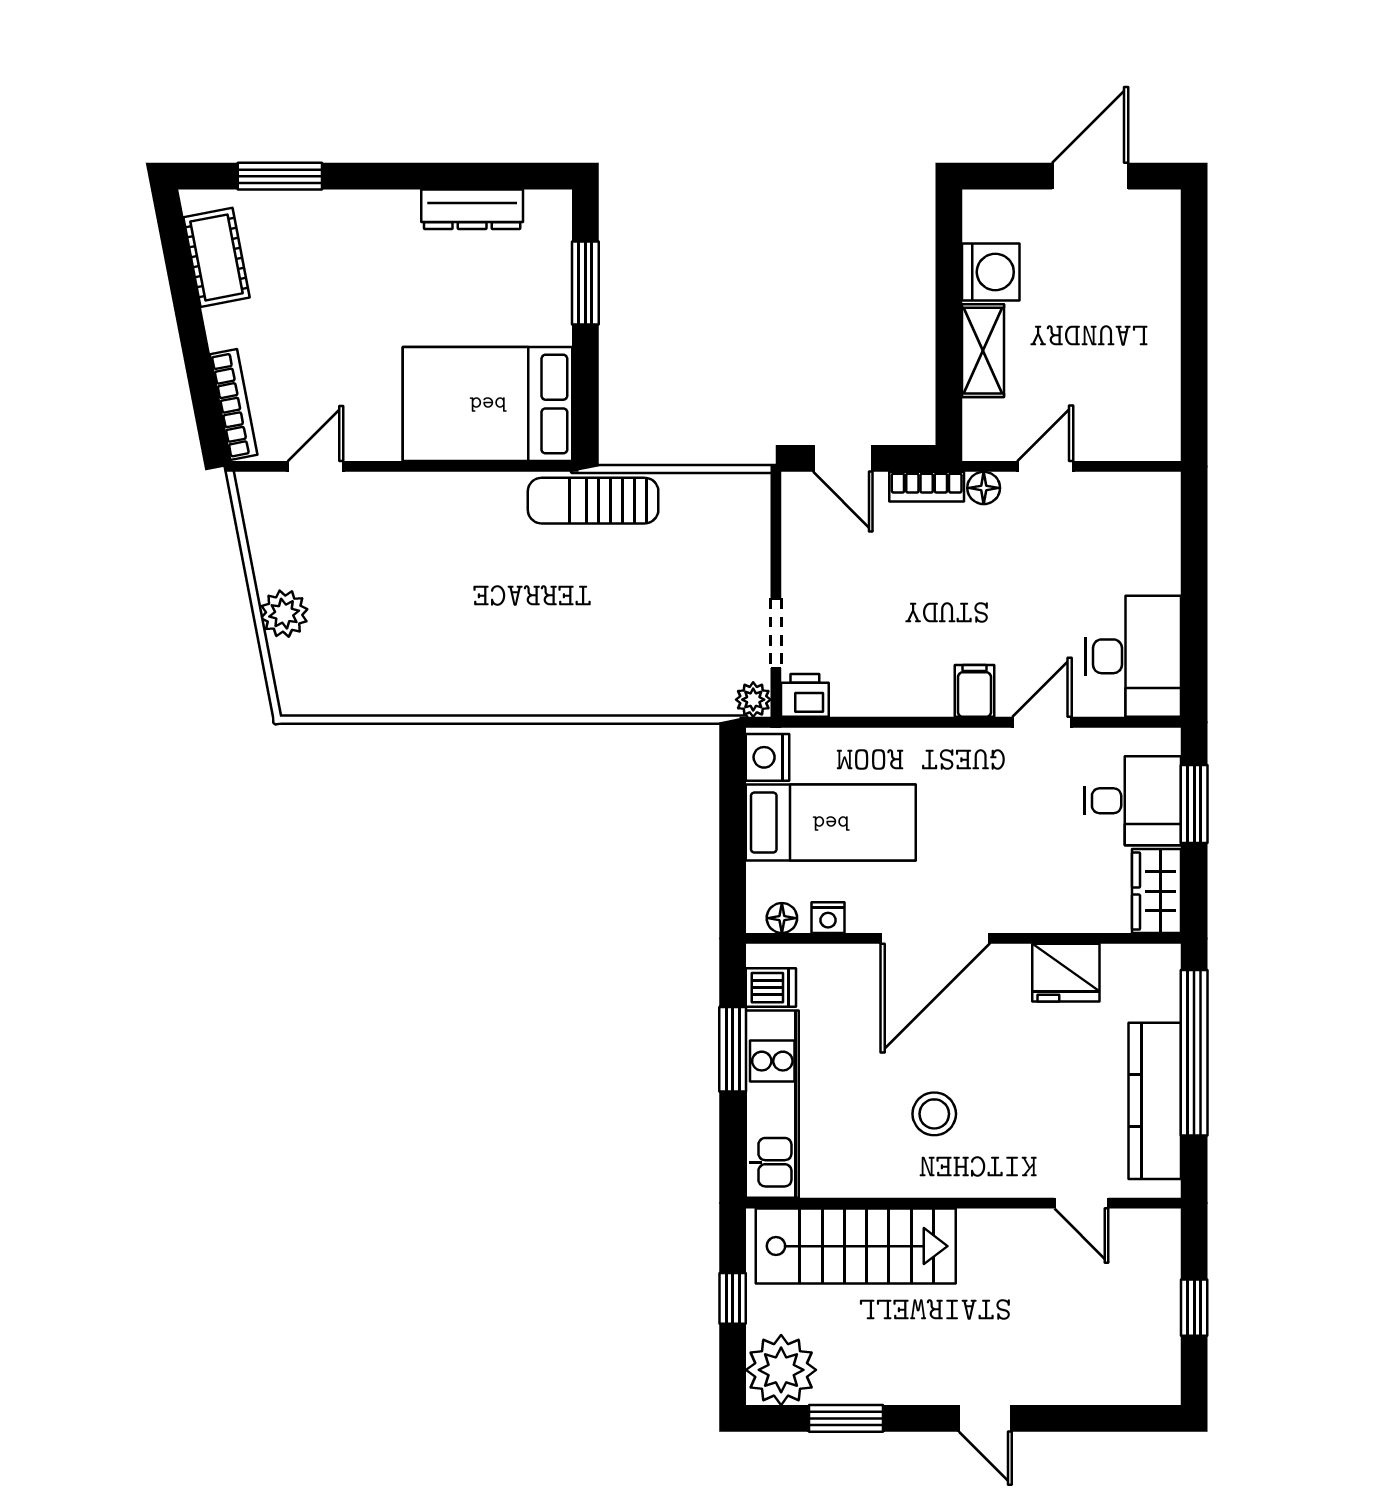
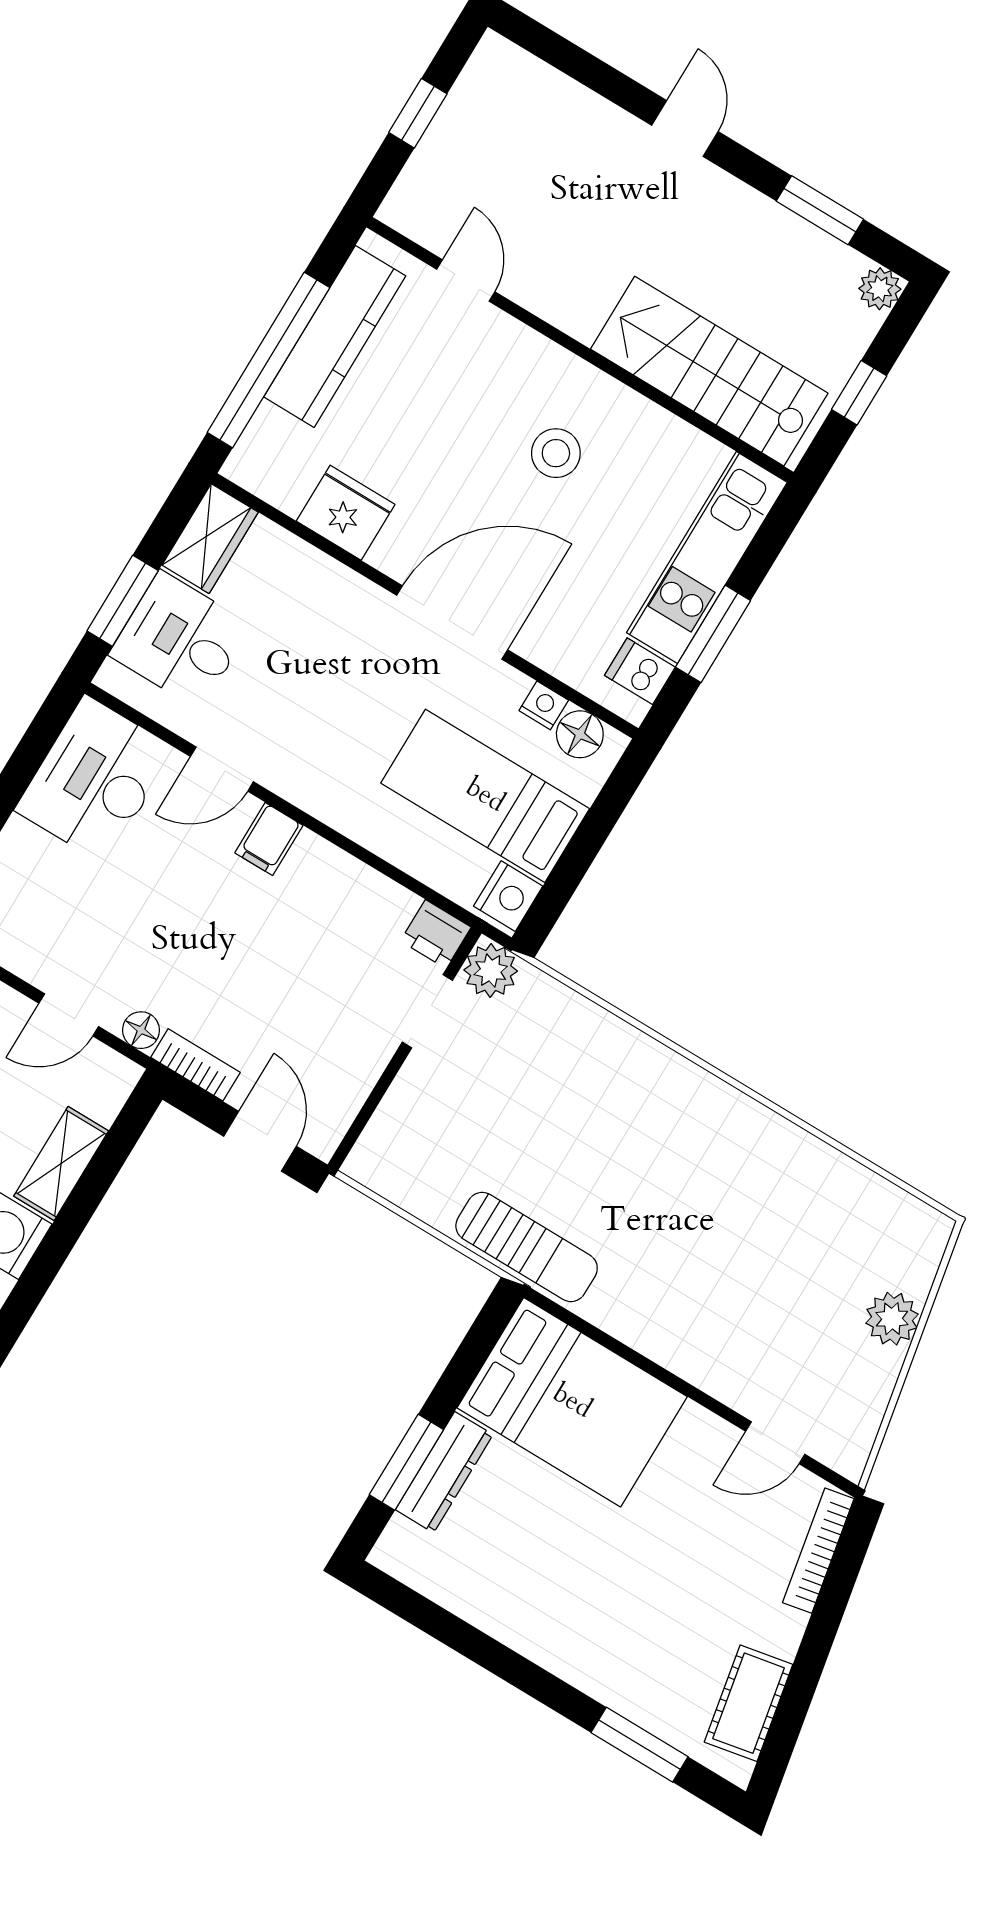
dresser: (472, 209) -> (444, 1472), moved, turned 90
plant: (753, 700) -> (491, 970), width x1.38, depth x1.38
floor lamp: (782, 918) -> (580, 734), width x1.37, depth x1.37
plant: (781, 1370) -> (880, 289), width x0.53, depth x0.53

